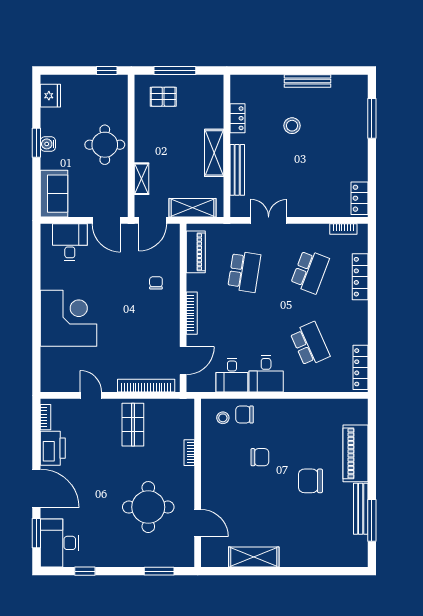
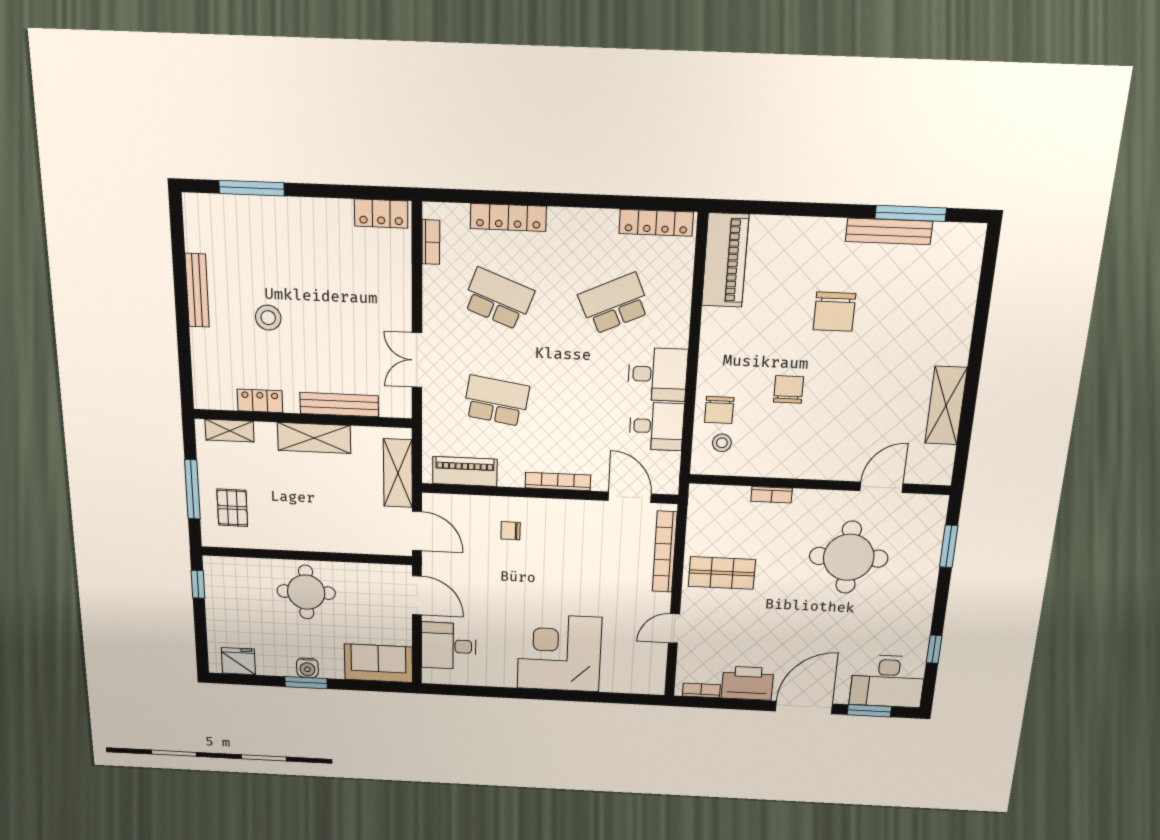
shelving: (142, 179) -> (230, 431), moved
door: (106, 220) -> (417, 595), hinge flipped
piano: (355, 453) -> (725, 260), moved, turned -90

